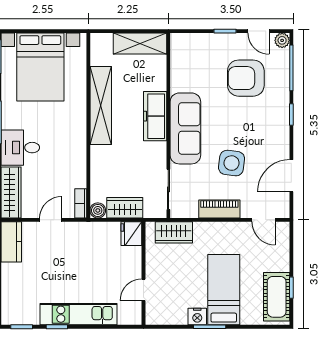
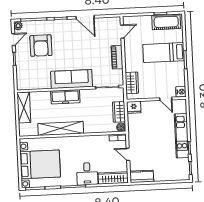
side table: (232, 163) -> (90, 52), removed
door: (291, 176) -> (85, 17), moved
nightstand: (197, 317) -> (181, 92), moved

